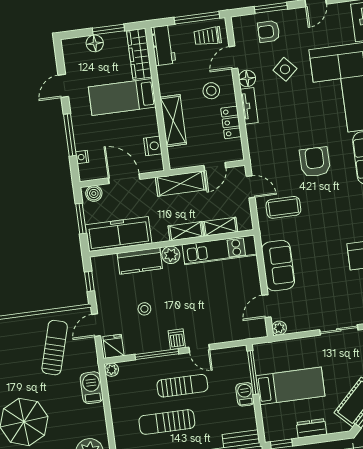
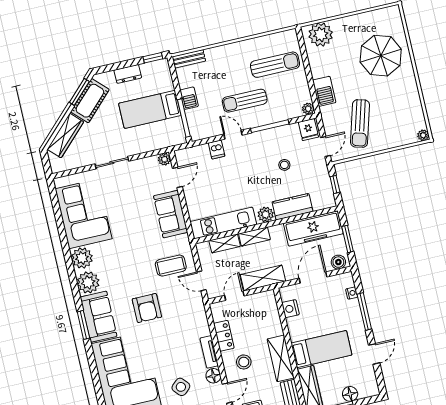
shelving: (173, 121) -> (281, 358), moved
door: (124, 179) -> (313, 278), swing flipped
dishwasher: (177, 339) -> (217, 149), moved
sun lounger: (167, 422) -> (275, 65), moved

